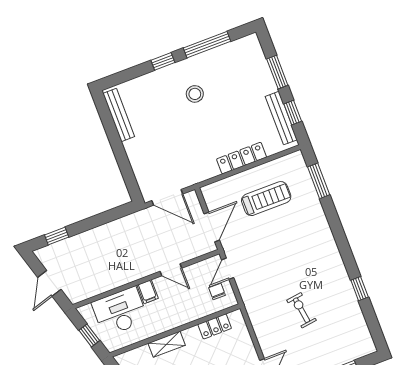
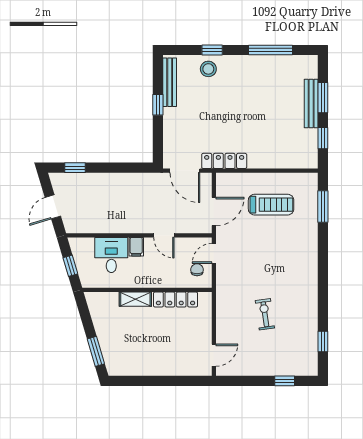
window: (163, 61) -> (212, 50), moved
stool: (195, 94) -> (208, 69), moved
bench: (281, 118) -> (311, 103), moved
window: (115, 142) -> (158, 105), added
locker: (242, 158) -> (224, 161), moved
window: (360, 289) -> (323, 341), moved
desk: (120, 312) -> (111, 255), width x0.73
locker: (215, 326) -> (176, 300), width x1.53

